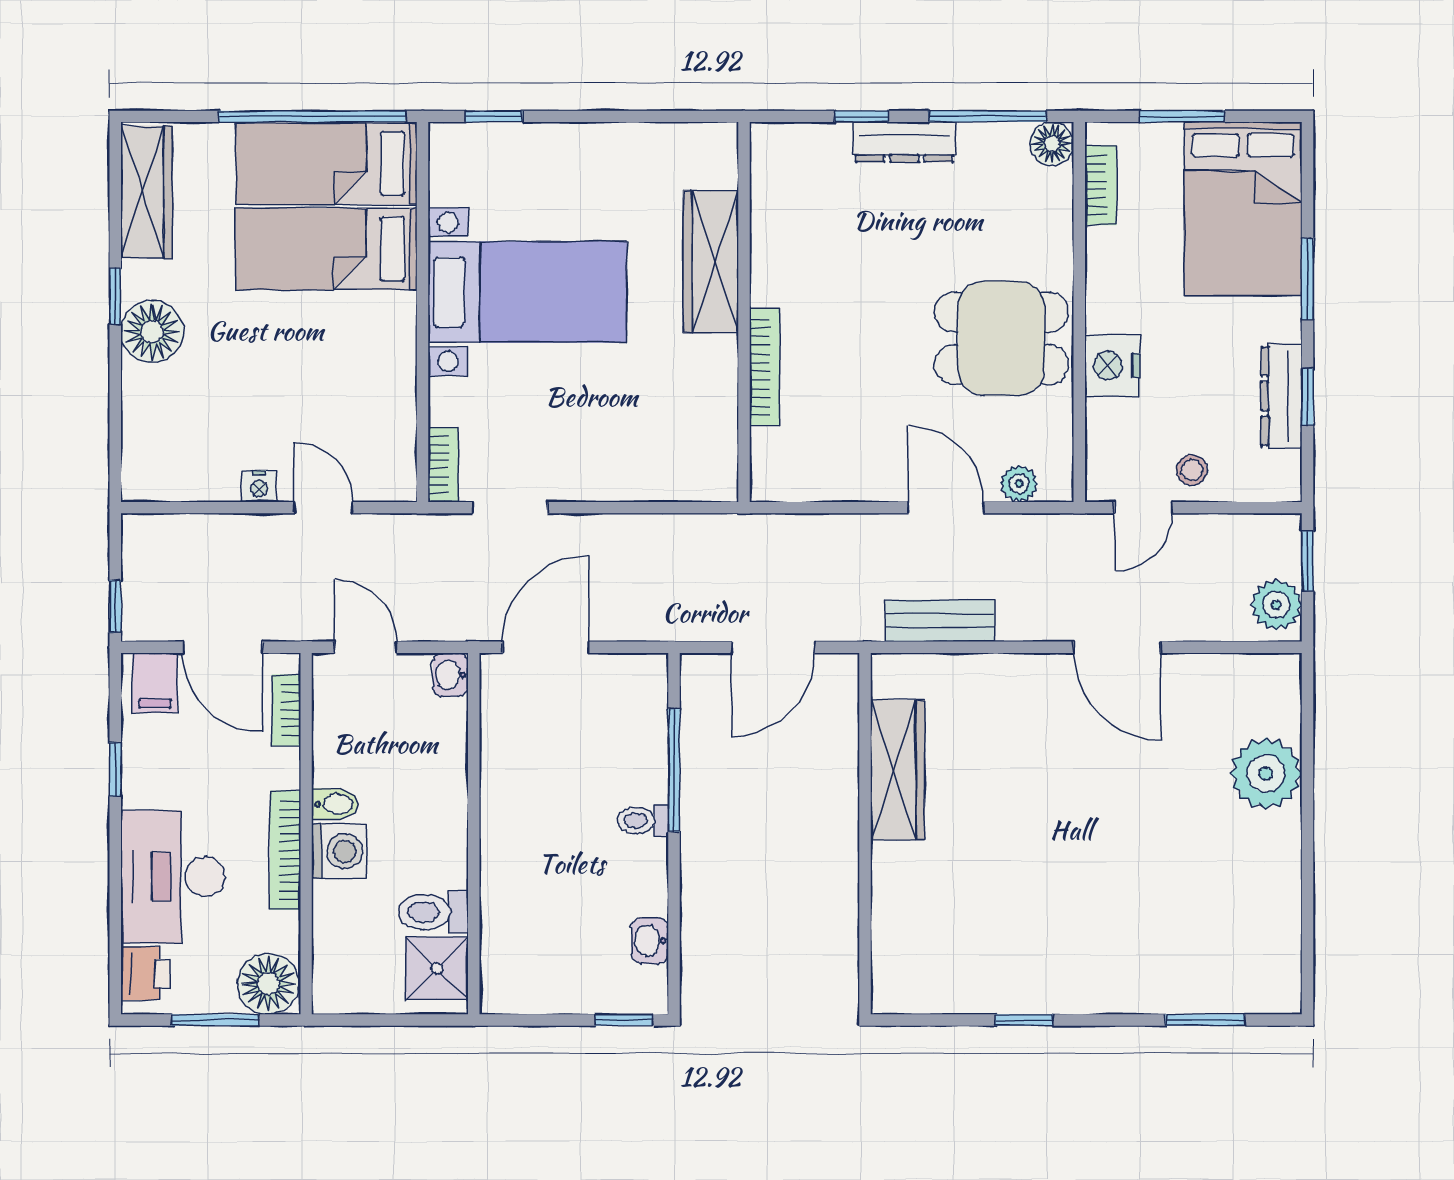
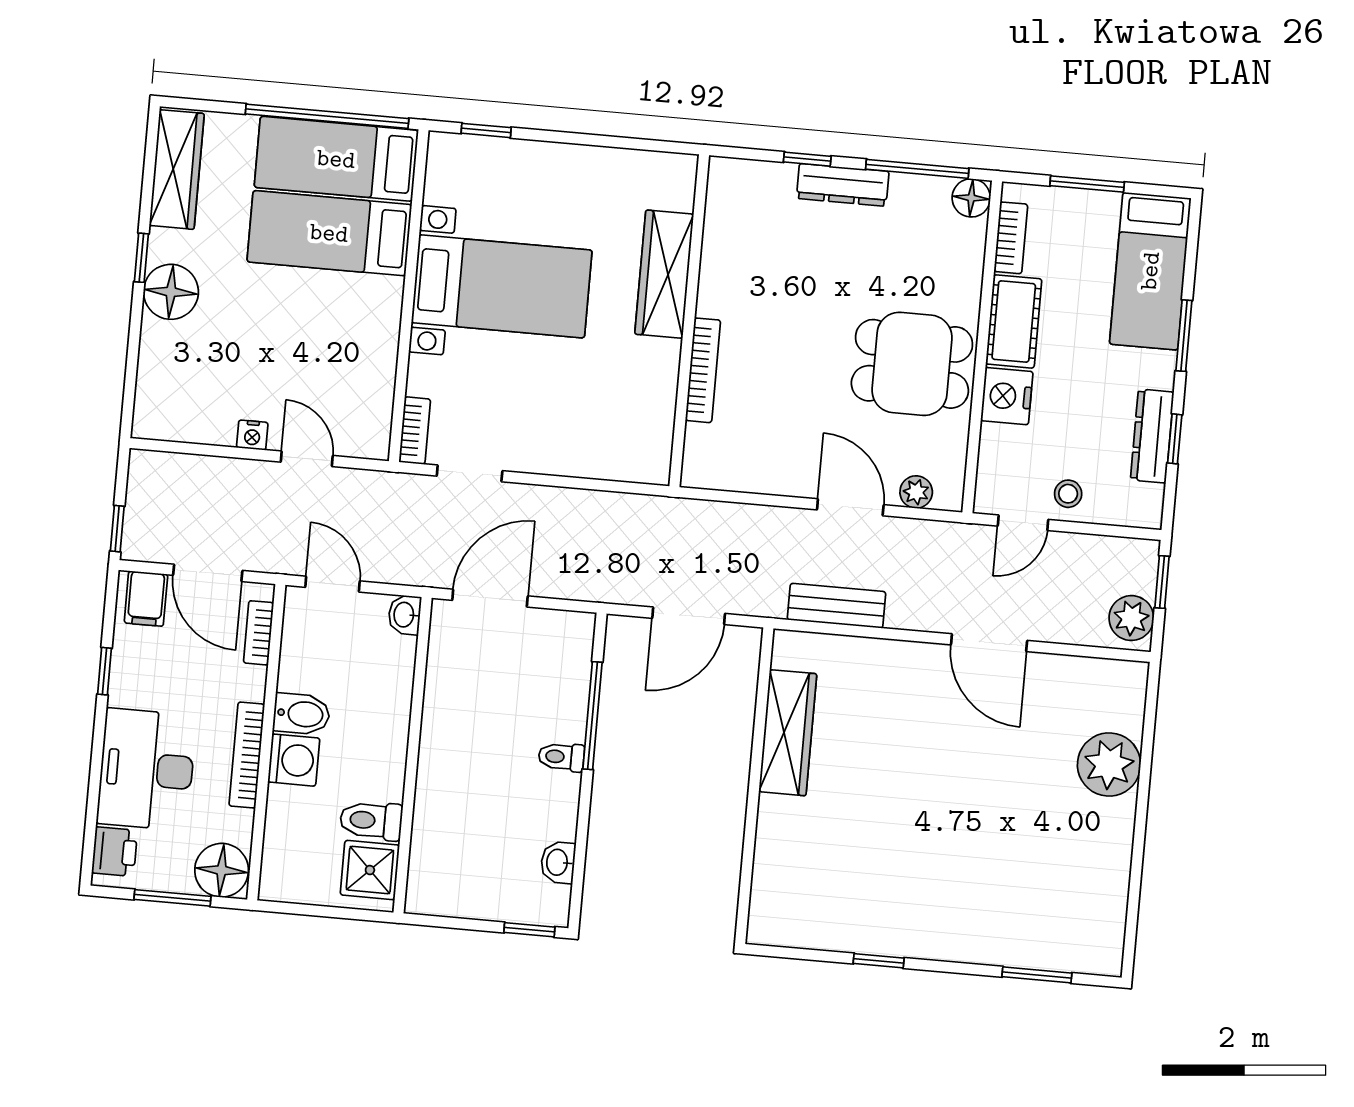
bed: (1243, 209) -> (1150, 271), width x0.67
cot: (1113, 280) -> (1014, 321), added
bidet: (335, 804) -> (302, 714), width x1.38, depth x1.36

